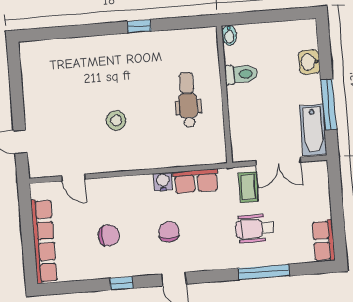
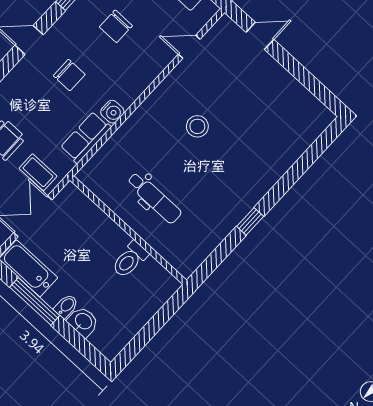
bidet: (229, 35) -> (66, 306), moved, turned 90

